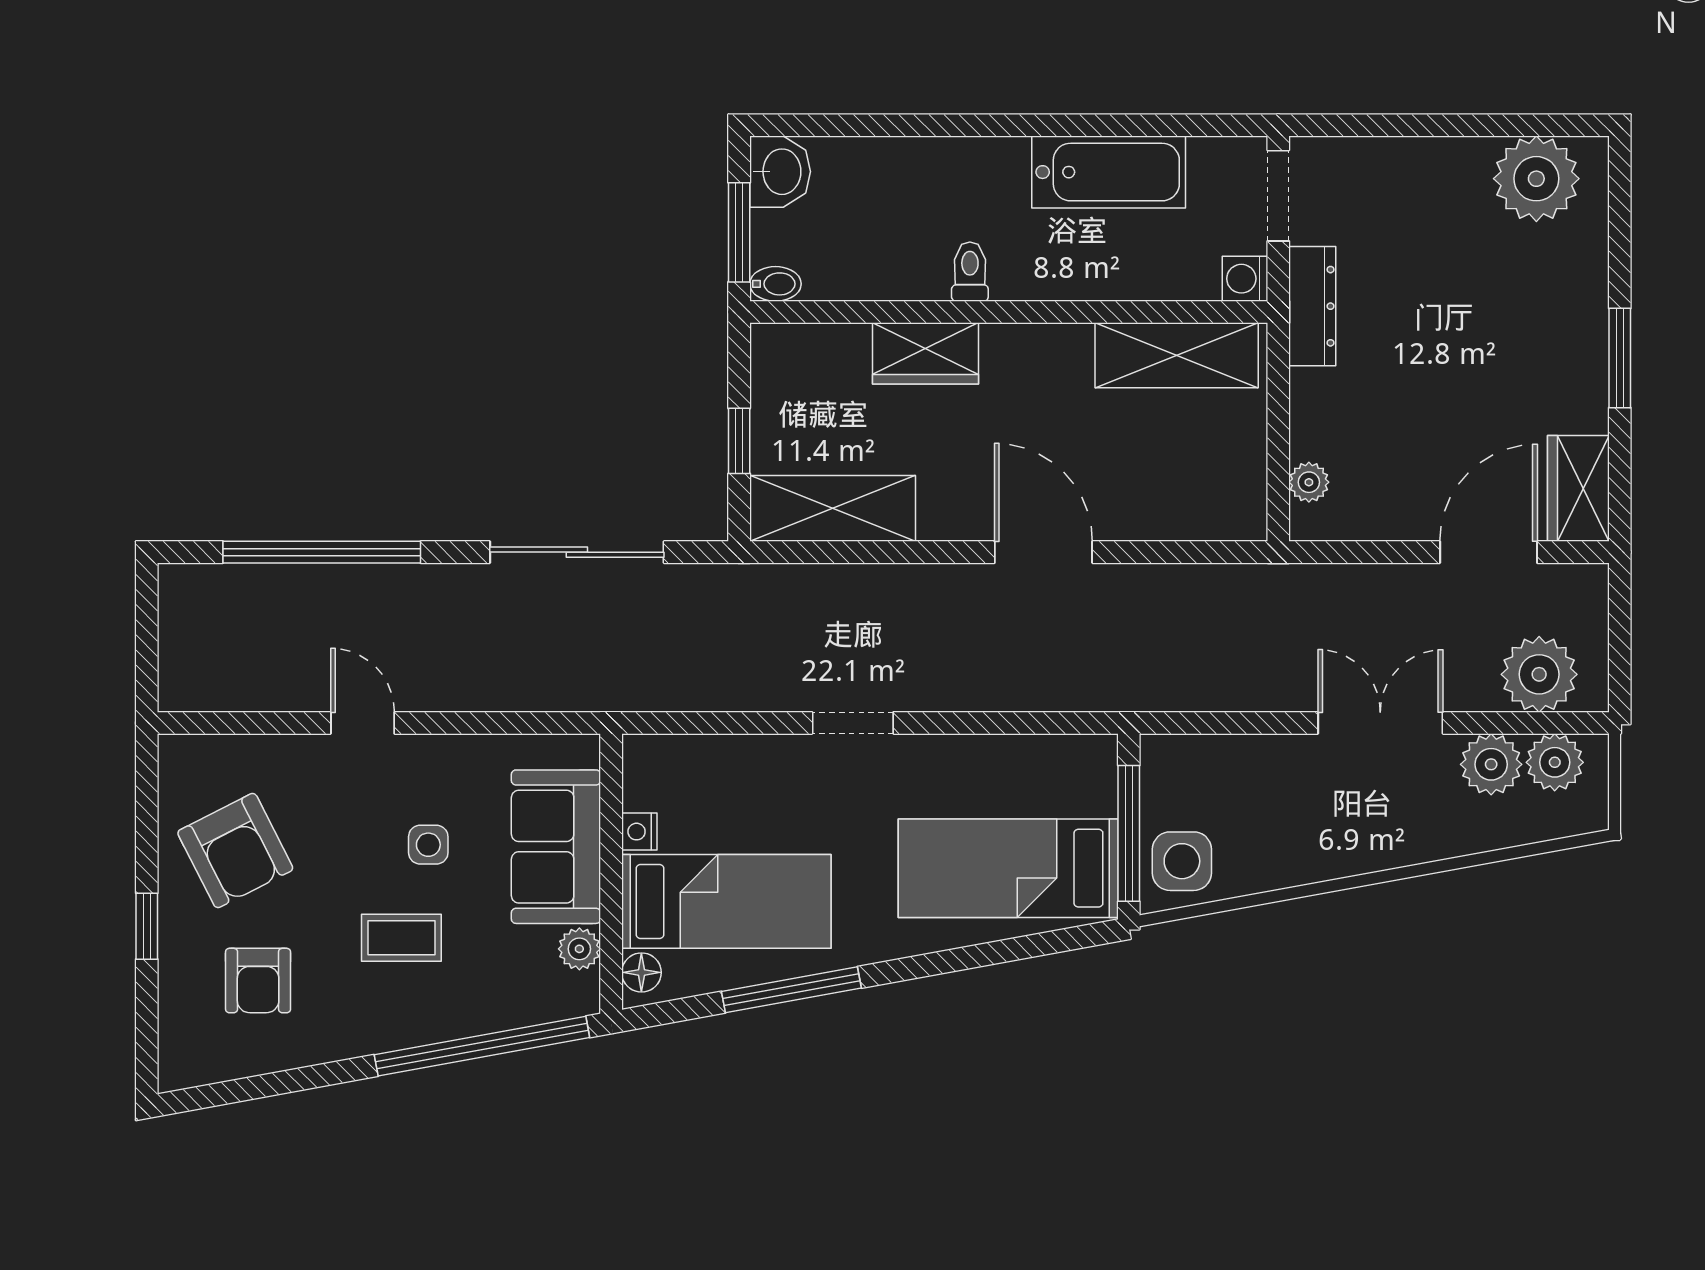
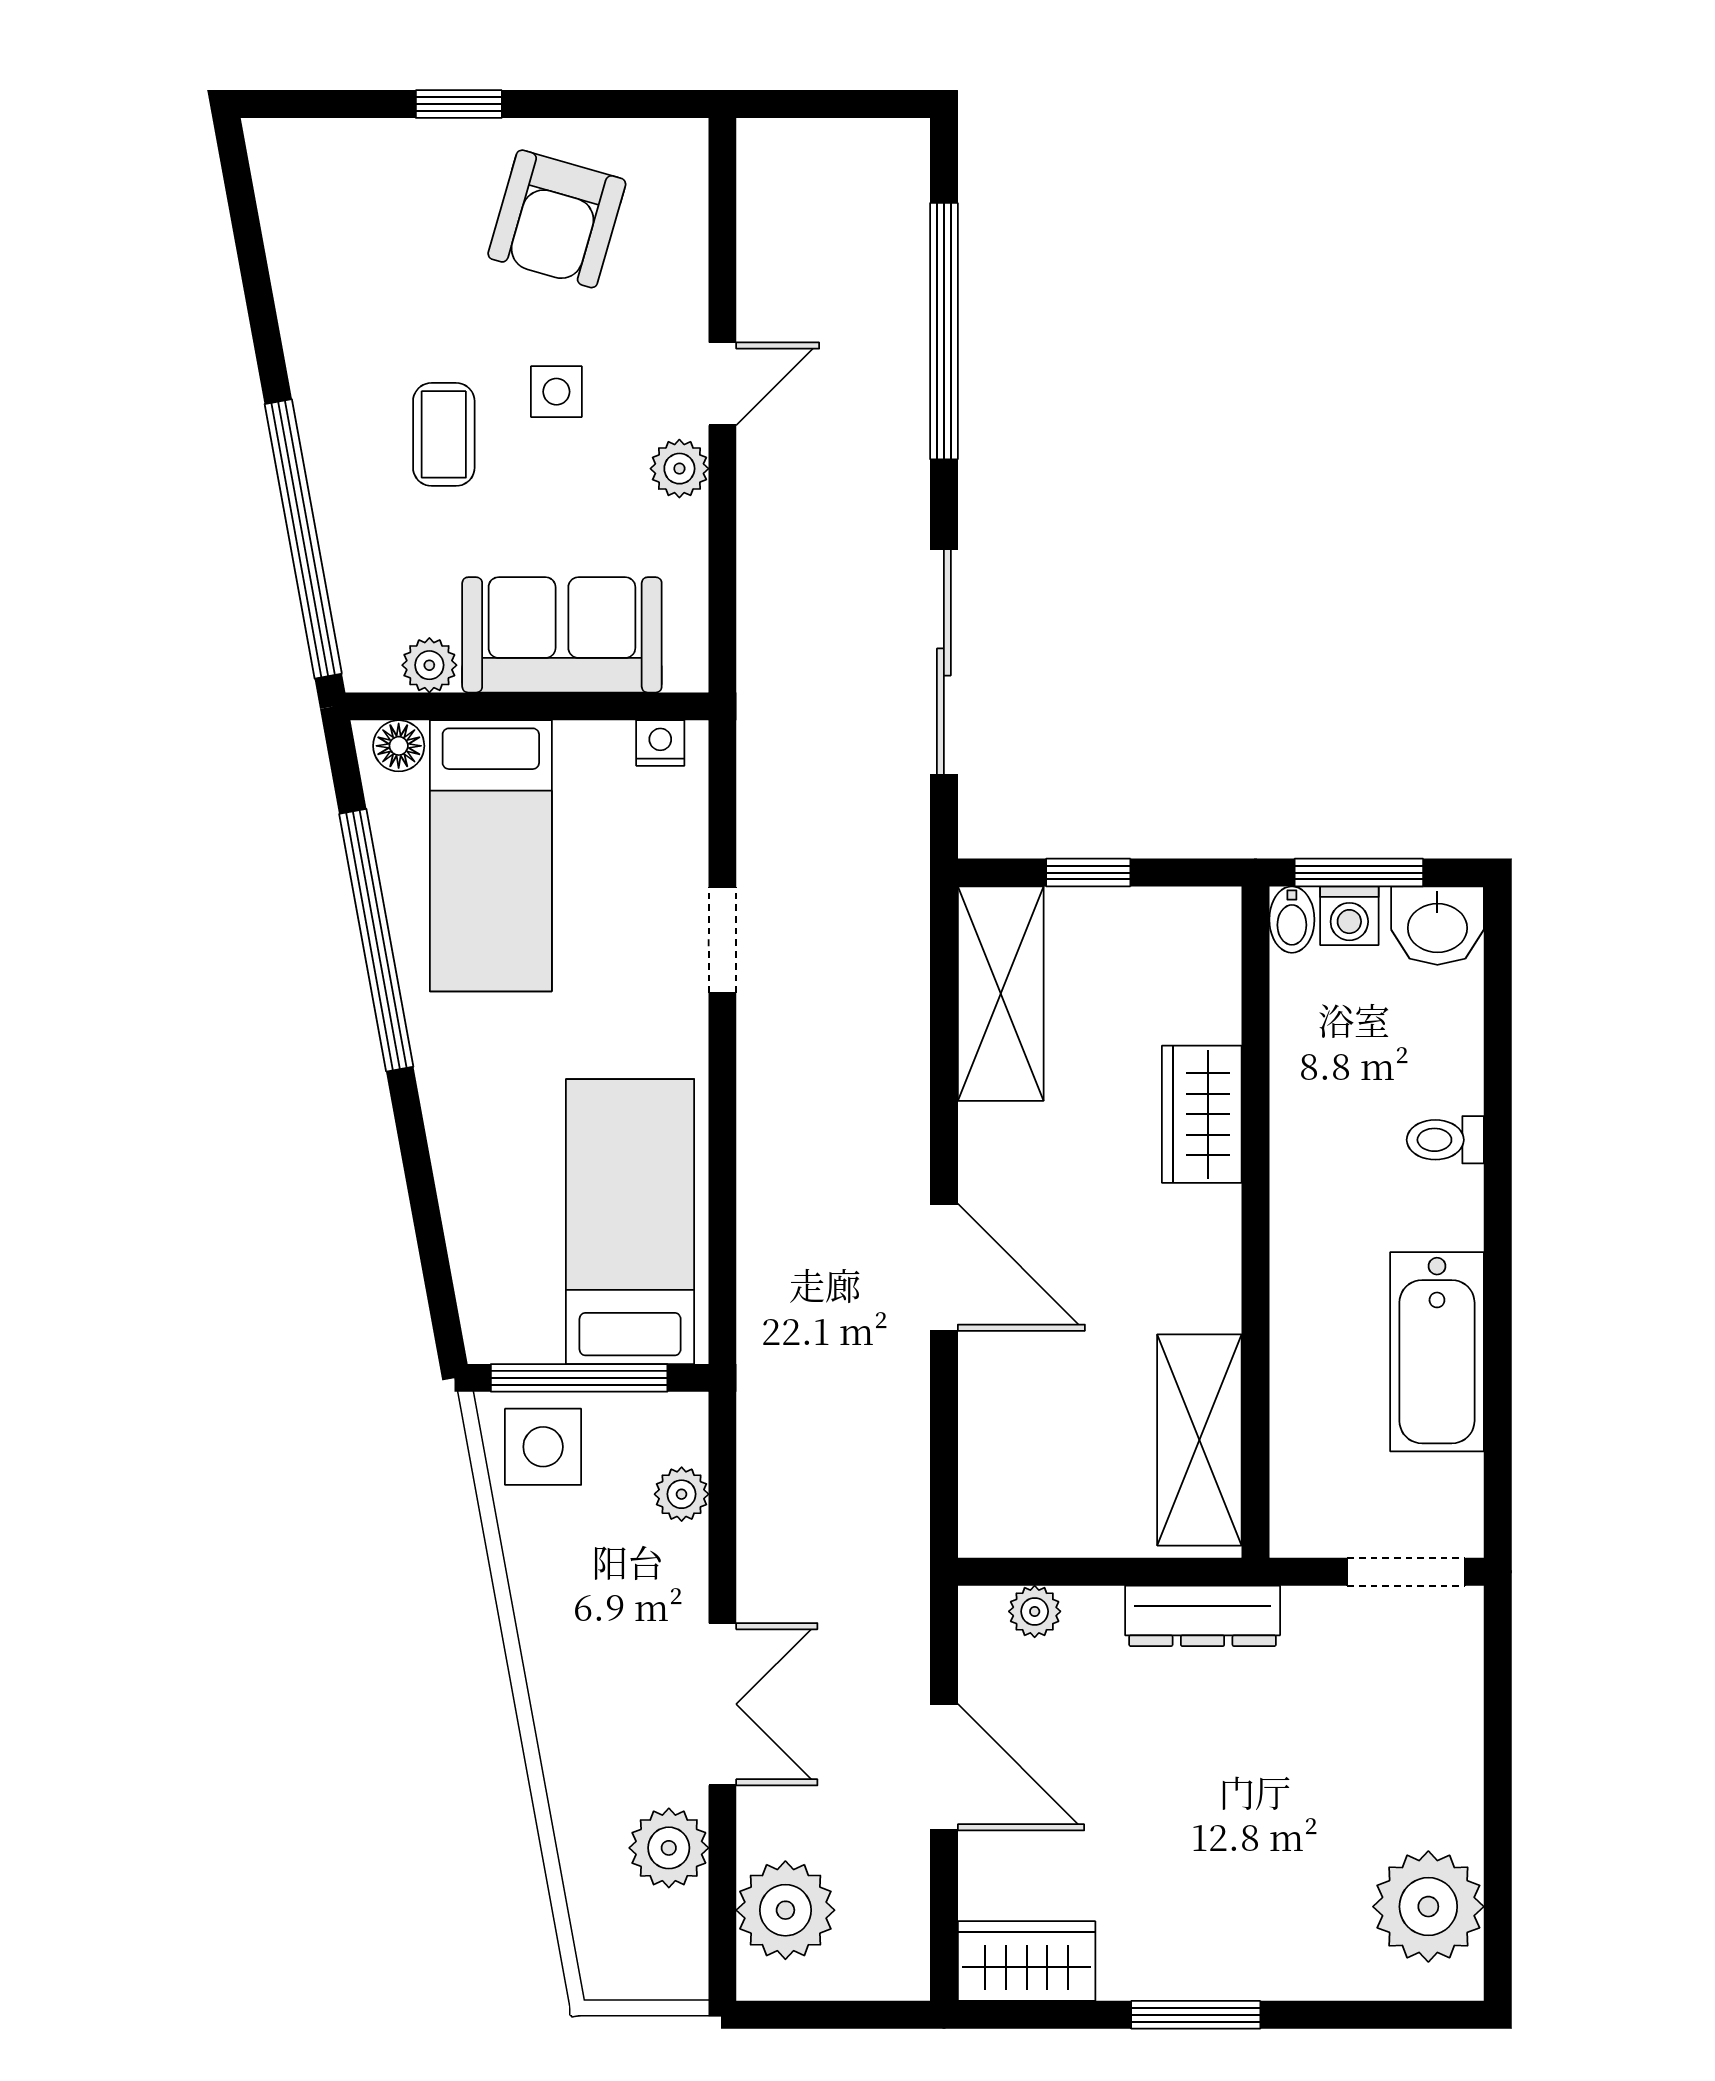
toilet: (970, 272) -> (1445, 1140), moved, turned 180
washing machine: (1245, 279) -> (1349, 916), moved, turned 180
dresser: (1312, 306) -> (1203, 1616), moved
door: (1043, 552) -> (944, 1267), hinge flipped
door: (1489, 552) -> (944, 1767), moved
doorway: (853, 723) -> (722, 940), moved
plant: (428, 756) -> (679, 469), added
plant: (1555, 762) -> (682, 1494), moved, width x0.73, depth x0.73
nightstand: (639, 832) -> (660, 743), moved
side table: (428, 845) -> (556, 392), moved
armchair: (235, 851) -> (557, 219), turned -47
bed: (1008, 868) -> (630, 1222), moved
armchair: (258, 981) -> (388, 248), removed
window: (791, 990) -> (376, 940), width x1.46

